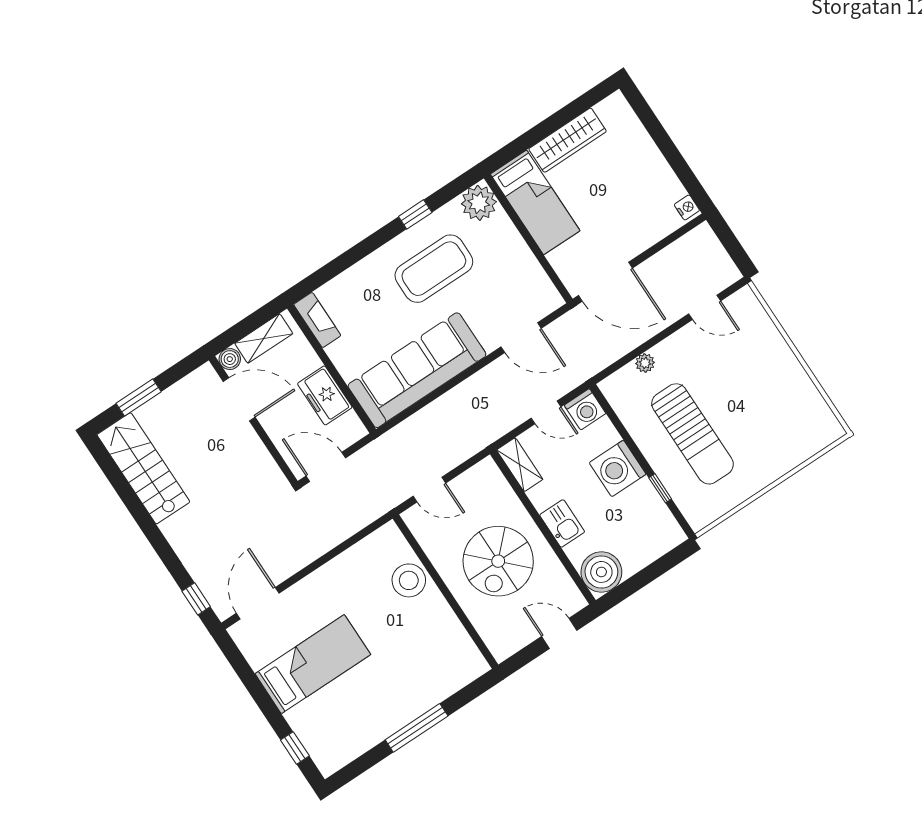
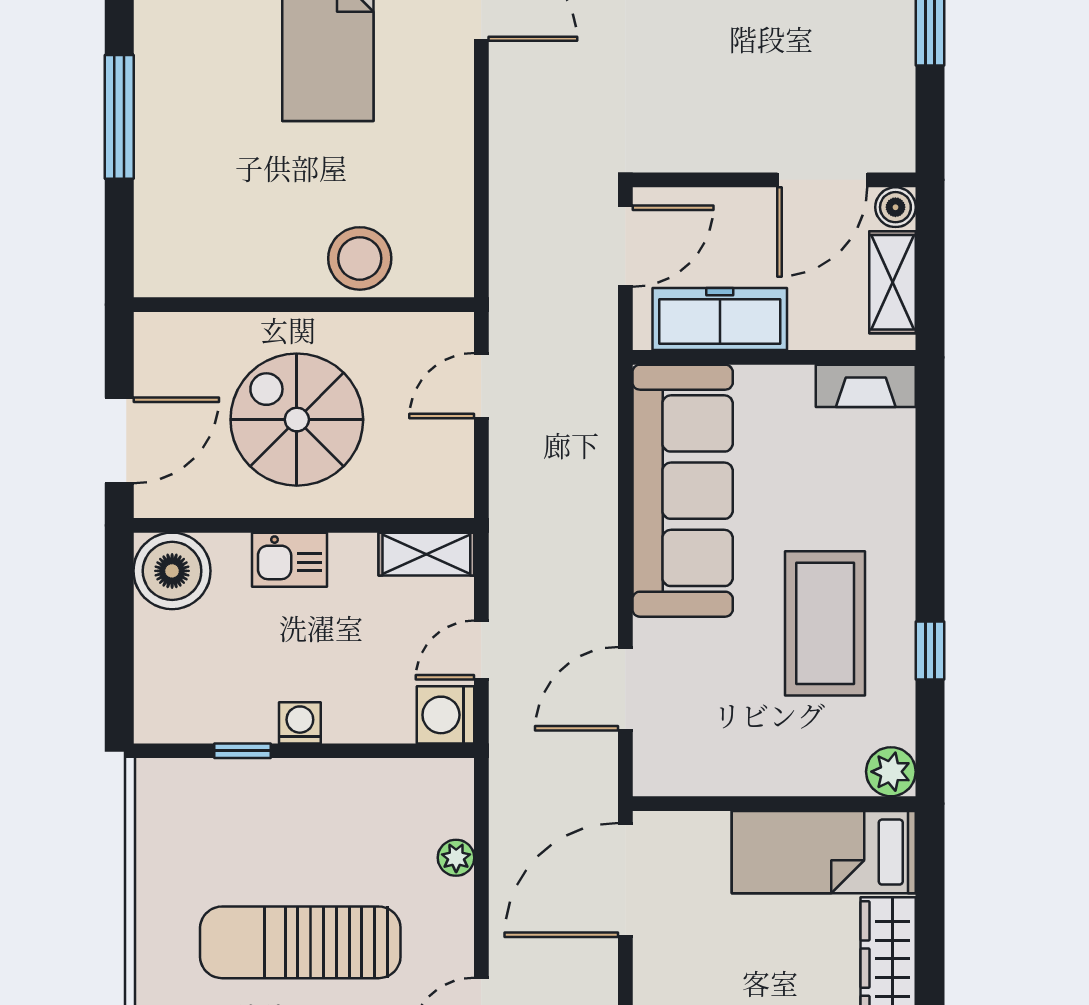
plant: (479, 203) -> (891, 772), width x0.73, depth x0.73
freezer: (325, 395) -> (720, 319), width x1.40
sun lounger: (693, 434) -> (300, 942), moved
washing machine: (618, 468) -> (300, 723), width x0.53, depth x0.53
door: (559, 633) -> (119, 440), width x1.38

